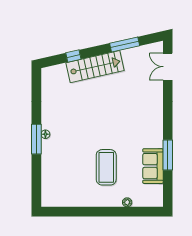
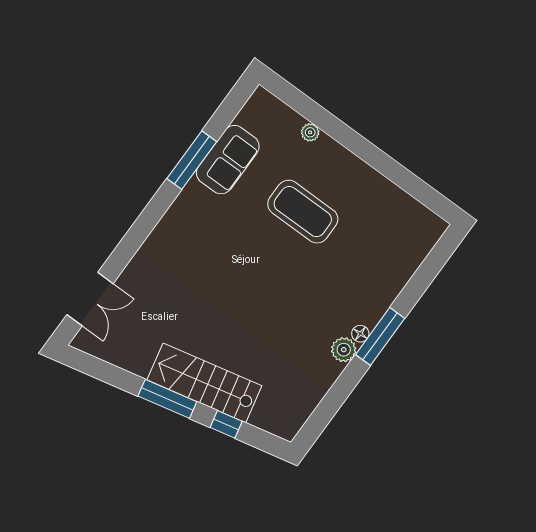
window: (125, 45) -> (167, 399), moved
plant: (47, 123) -> (344, 350), added
coffee table: (106, 167) -> (303, 212), turned 90

